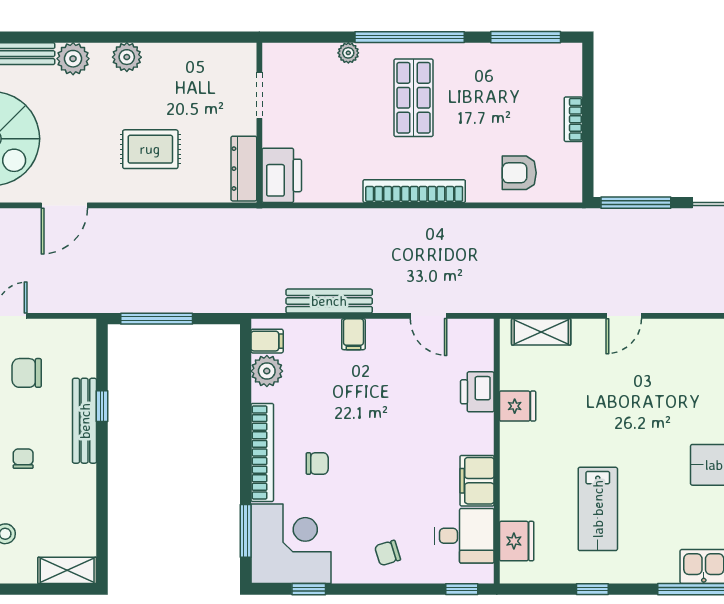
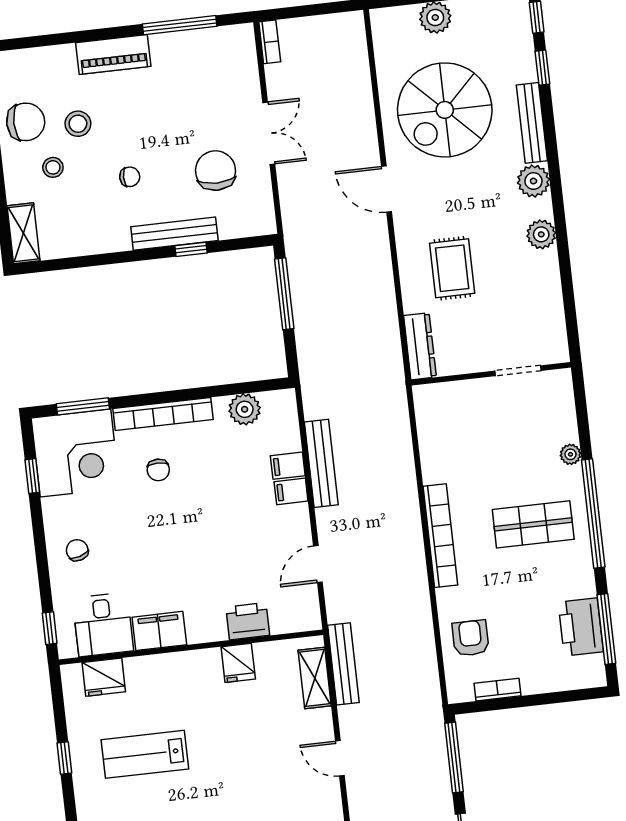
bookcase: (573, 119) -> (497, 690), moved
dresser: (244, 169) -> (420, 346), moved, turned 90
printer: (282, 175) -> (581, 627), moved, turned 90
bench: (530, 302) -> (343, 664), added
filing cabinet: (267, 341) -> (288, 466), moved, turned 90
chair: (27, 373) -> (215, 171), width x1.37, depth x1.37

